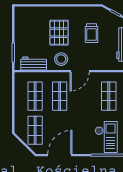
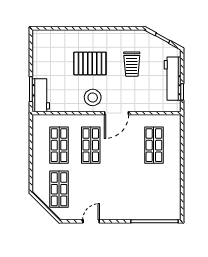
pallet: (59, 33) -> (90, 63), turned 90
workbench: (34, 64) -> (41, 95), moved, turned 90
checkout: (106, 137) -> (151, 198), removed
door: (60, 155) -> (91, 221), width x0.53

